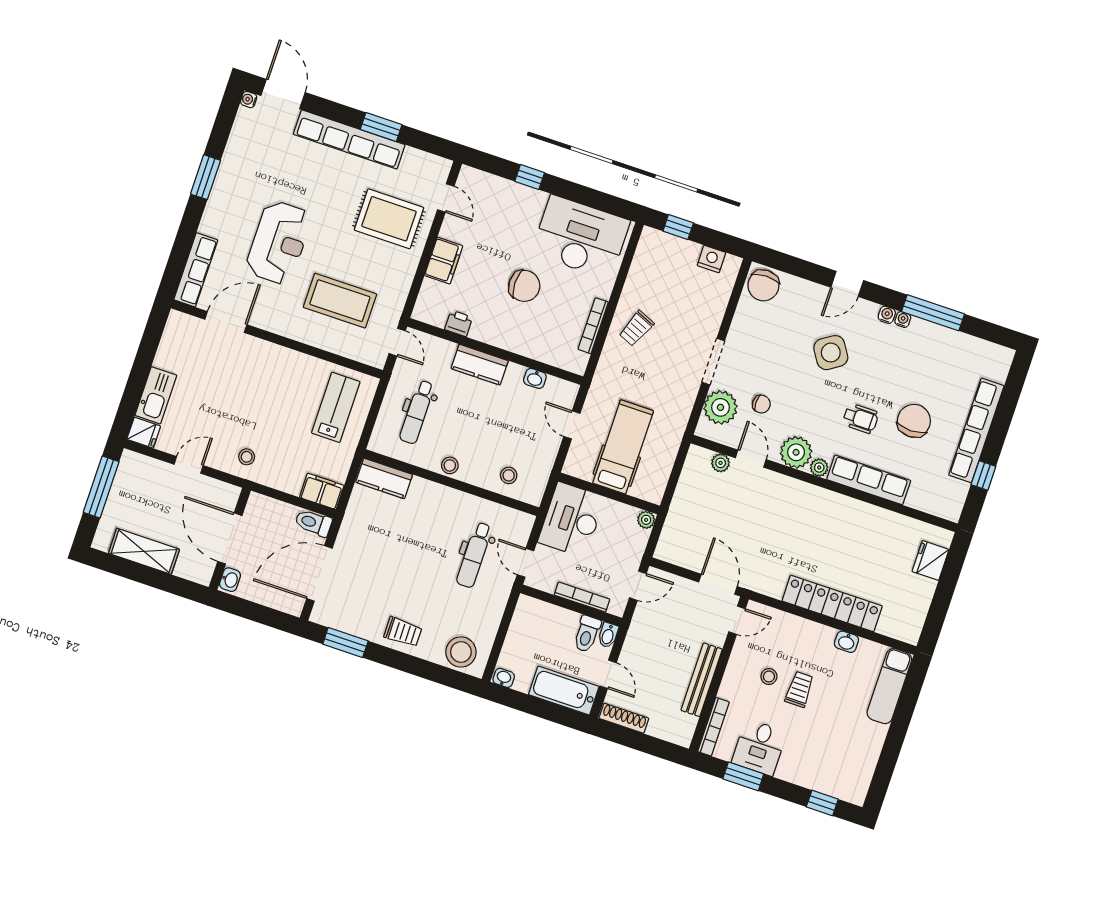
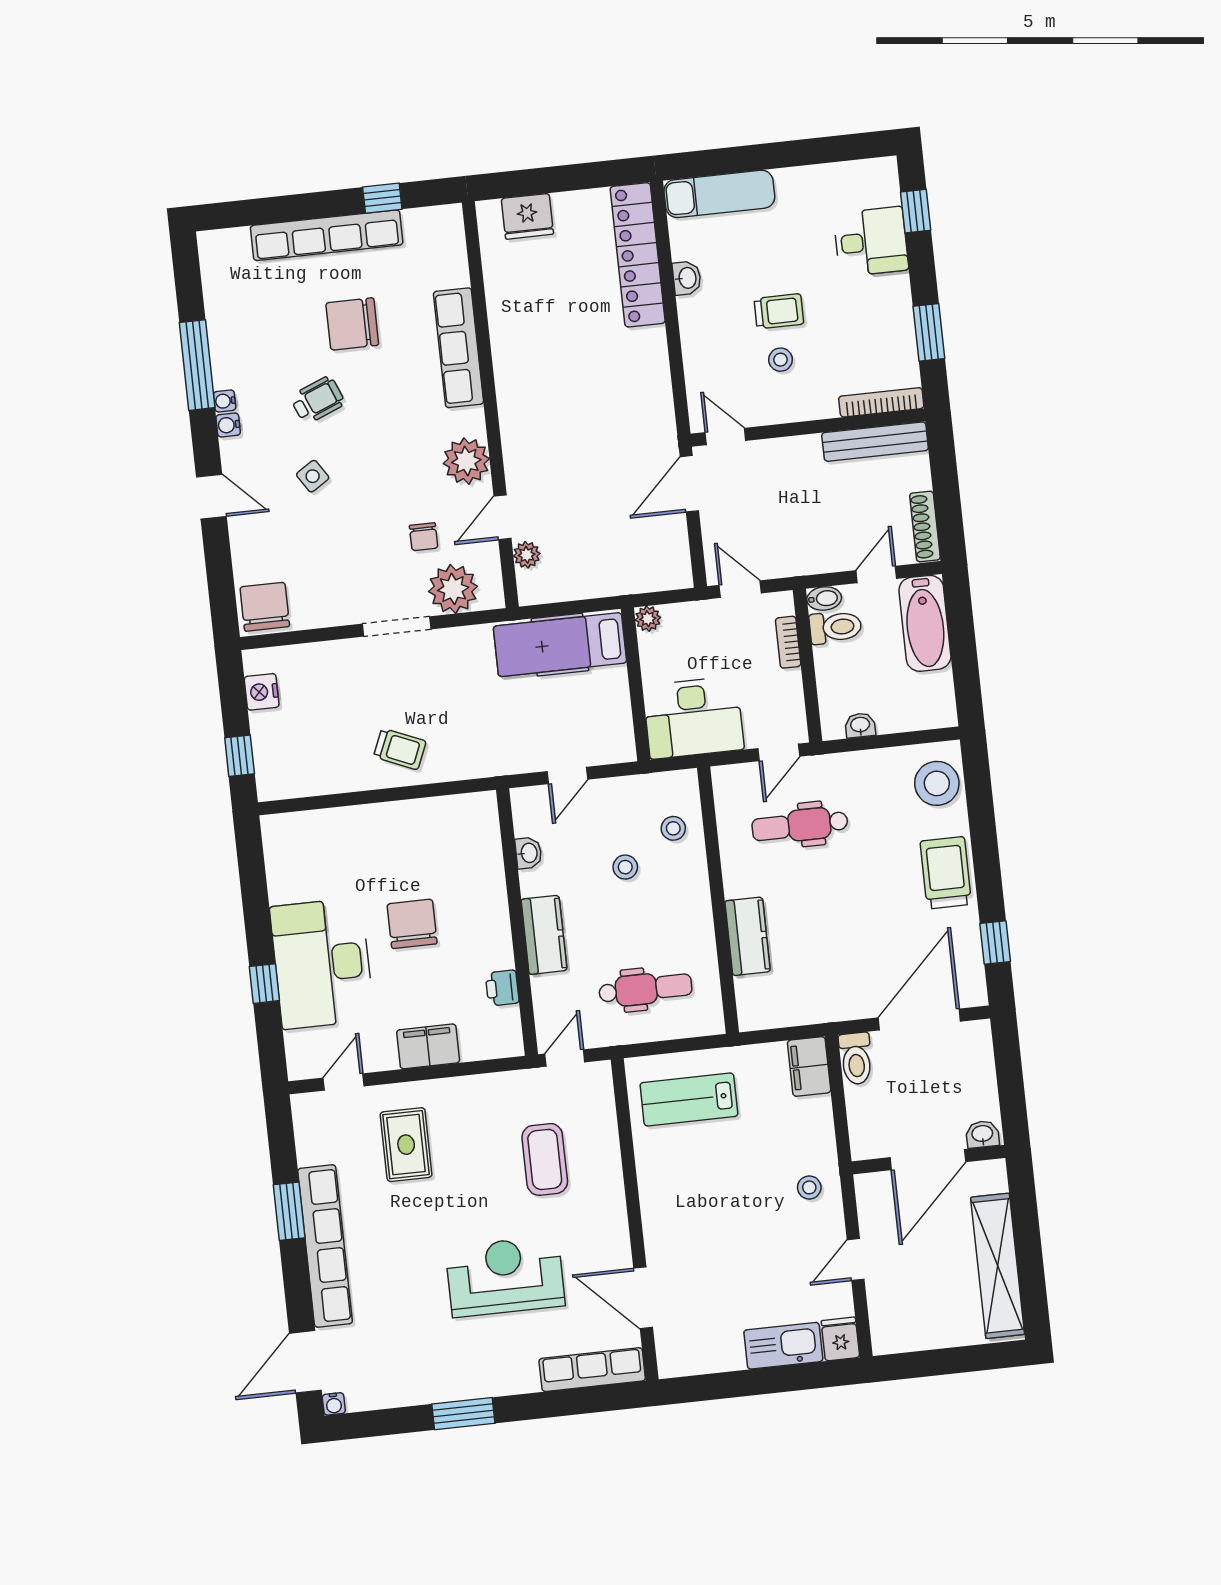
rug: (389, 219) -> (406, 1145), width x0.73, depth x0.70
desk: (581, 237) -> (322, 963), moved
chair: (763, 285) -> (265, 607), turned -90
coffee table: (340, 301) -> (545, 1159), width x0.73, depth x0.76
bookcase: (593, 326) -> (423, 808), removed
side table: (831, 353) -> (313, 476), width x0.54, depth x0.54
chair: (761, 404) -> (424, 537), turned 180
wheelchair: (861, 418) -> (318, 400), moved, turned 68
hospital bed: (623, 447) -> (560, 645), moved
door: (189, 465) -> (856, 1260), hinge flipped
stool: (450, 465) -> (625, 867), moved
plant: (819, 468) -> (472, 421), removed
kitchen counter: (384, 478) -> (748, 936), moved
window: (101, 487) -> (939, 1362), removed
shelving: (144, 551) -> (998, 1266), width x1.47
dental chair: (474, 555) -> (800, 825), turned 180
door: (319, 573) -> (919, 1019), swing flipped
bookcase: (582, 597) -> (788, 642), width x0.64
locker: (832, 603) -> (638, 255), moved
trolley: (403, 632) -> (946, 873), width x1.36, depth x1.39
window: (345, 643) -> (995, 943), width x0.67
washbasin: (504, 678) -> (860, 725), moved, turned 90
bench: (702, 680) -> (875, 442), moved
trolley: (799, 689) -> (779, 311), turned 180
desk: (759, 747) -> (871, 242), moved

